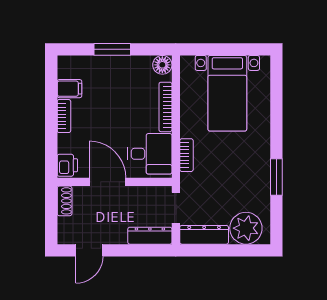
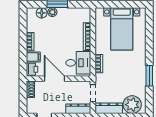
plant: (104, 63) -> (52, 12), added
floor lamp: (162, 65) -> (42, 13), moved
filing cabinet: (69, 89) -> (33, 57), moved

